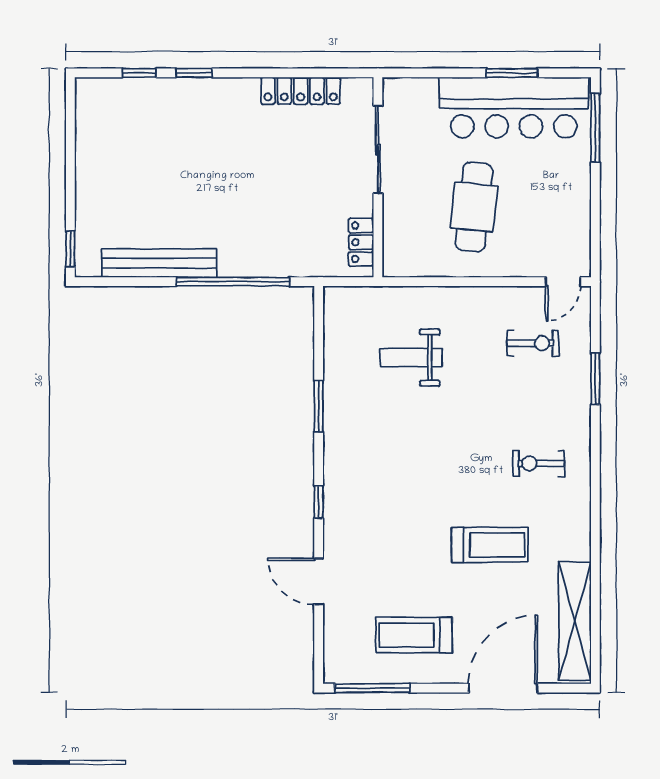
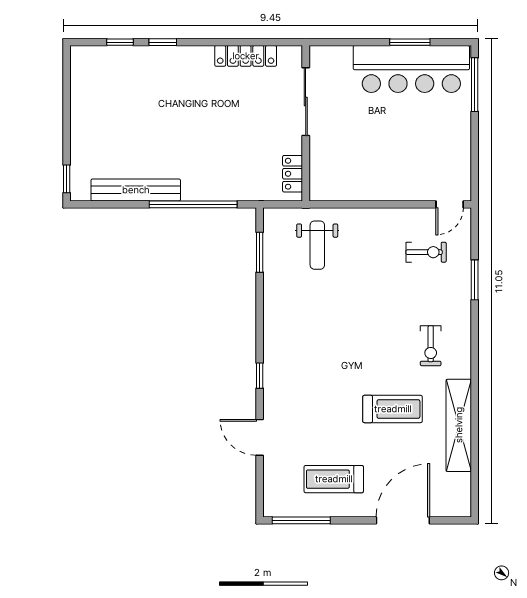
cafe table: (474, 207) -> (380, 146), removed
weight bench: (411, 358) -> (317, 245), moved, turned -90
window: (319, 406) -> (260, 252), moved
exercise bike: (539, 463) -> (431, 346), turned -90
shelving: (575, 621) -> (459, 425), moved

